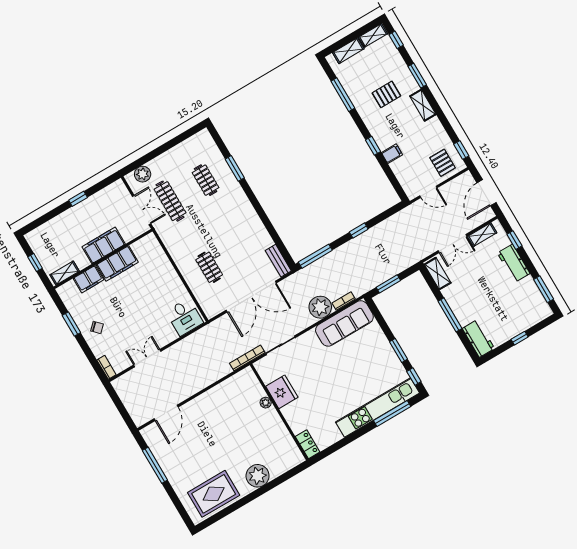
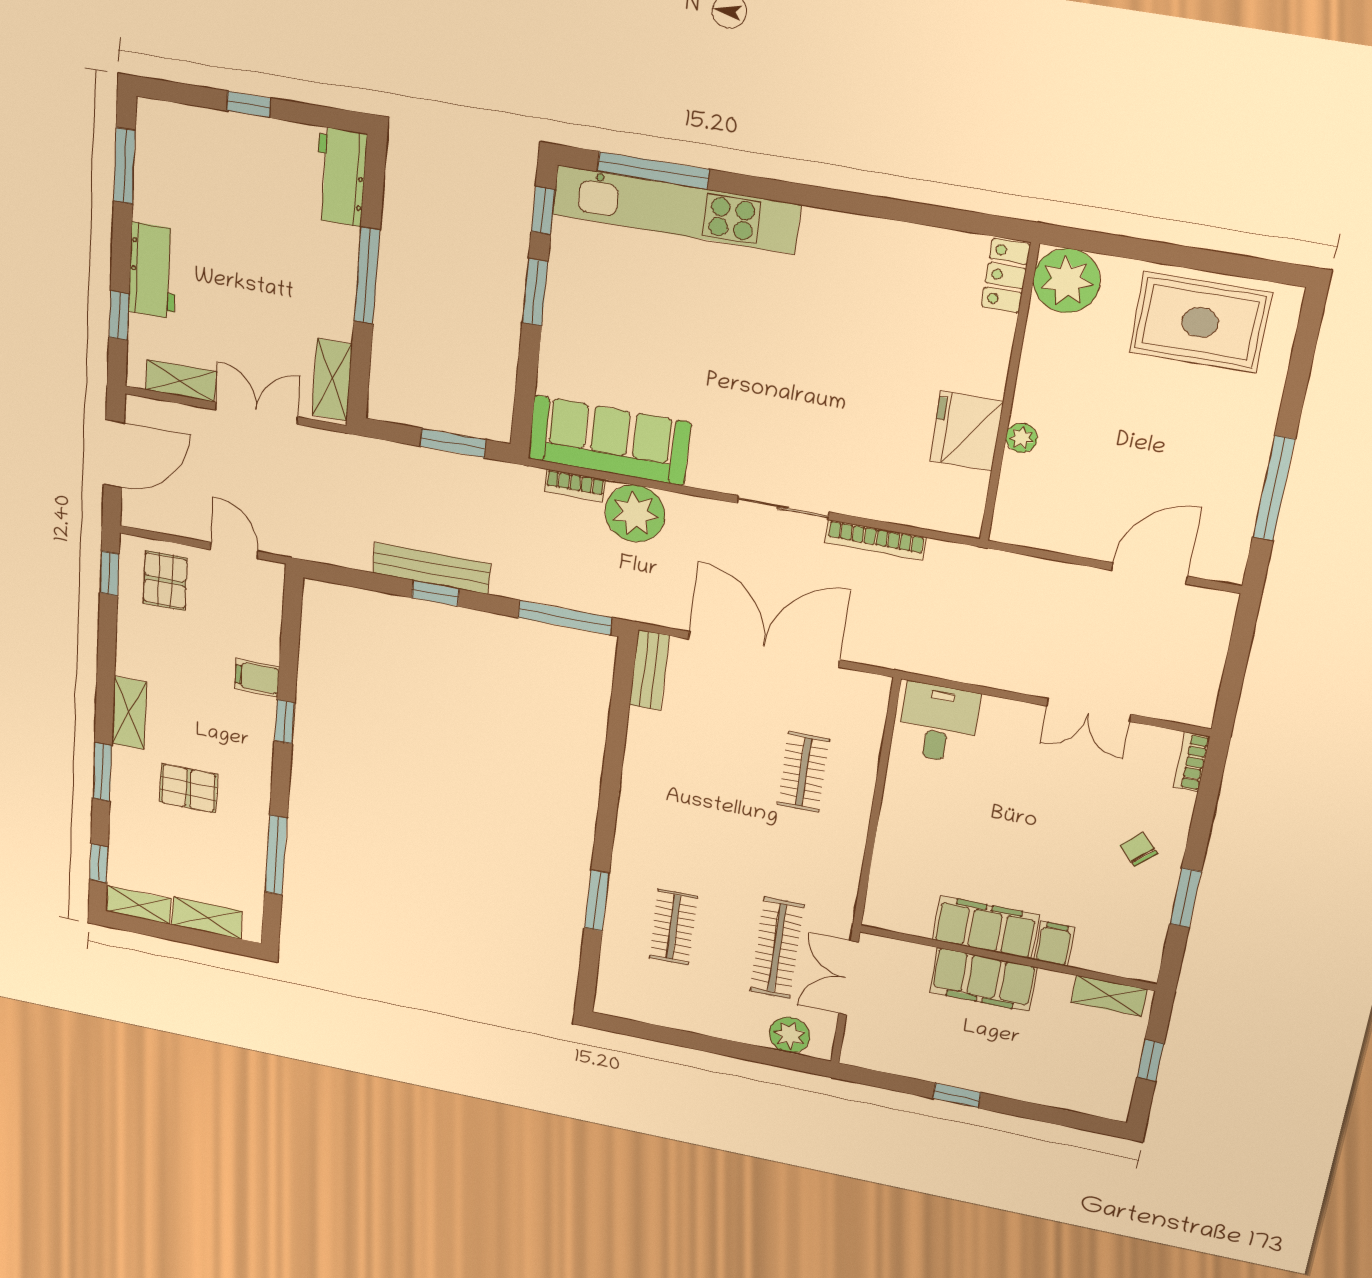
bench: (366, 238) -> (431, 568), added
filing cabinet: (89, 279) -> (1054, 944), width x0.50
fridge: (282, 392) -> (966, 431), moved
plant: (266, 403) -> (1022, 438), moved
wall: (279, 412) -> (1009, 395), moved
locker: (308, 444) -> (1006, 276), moved

